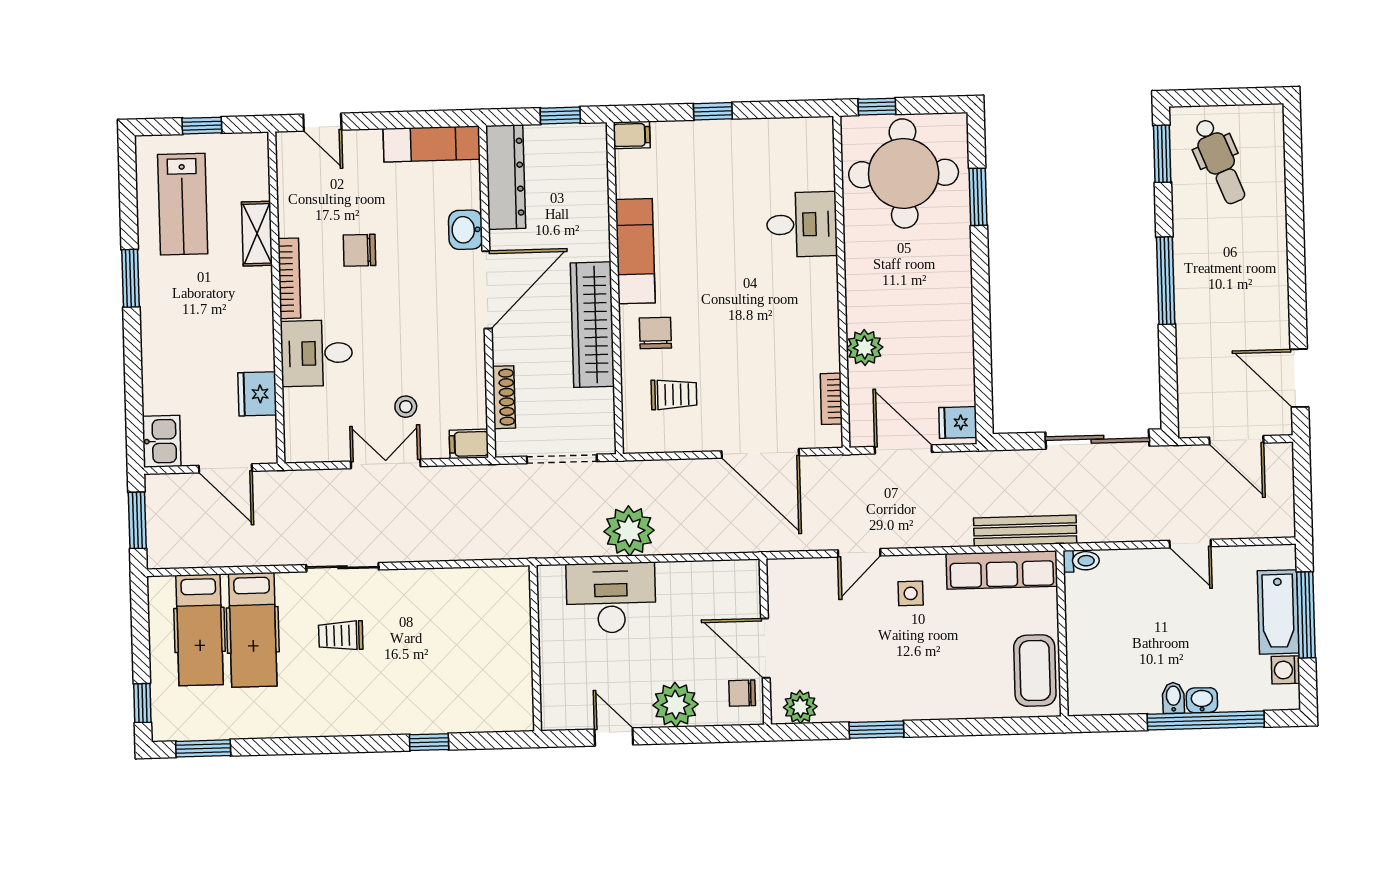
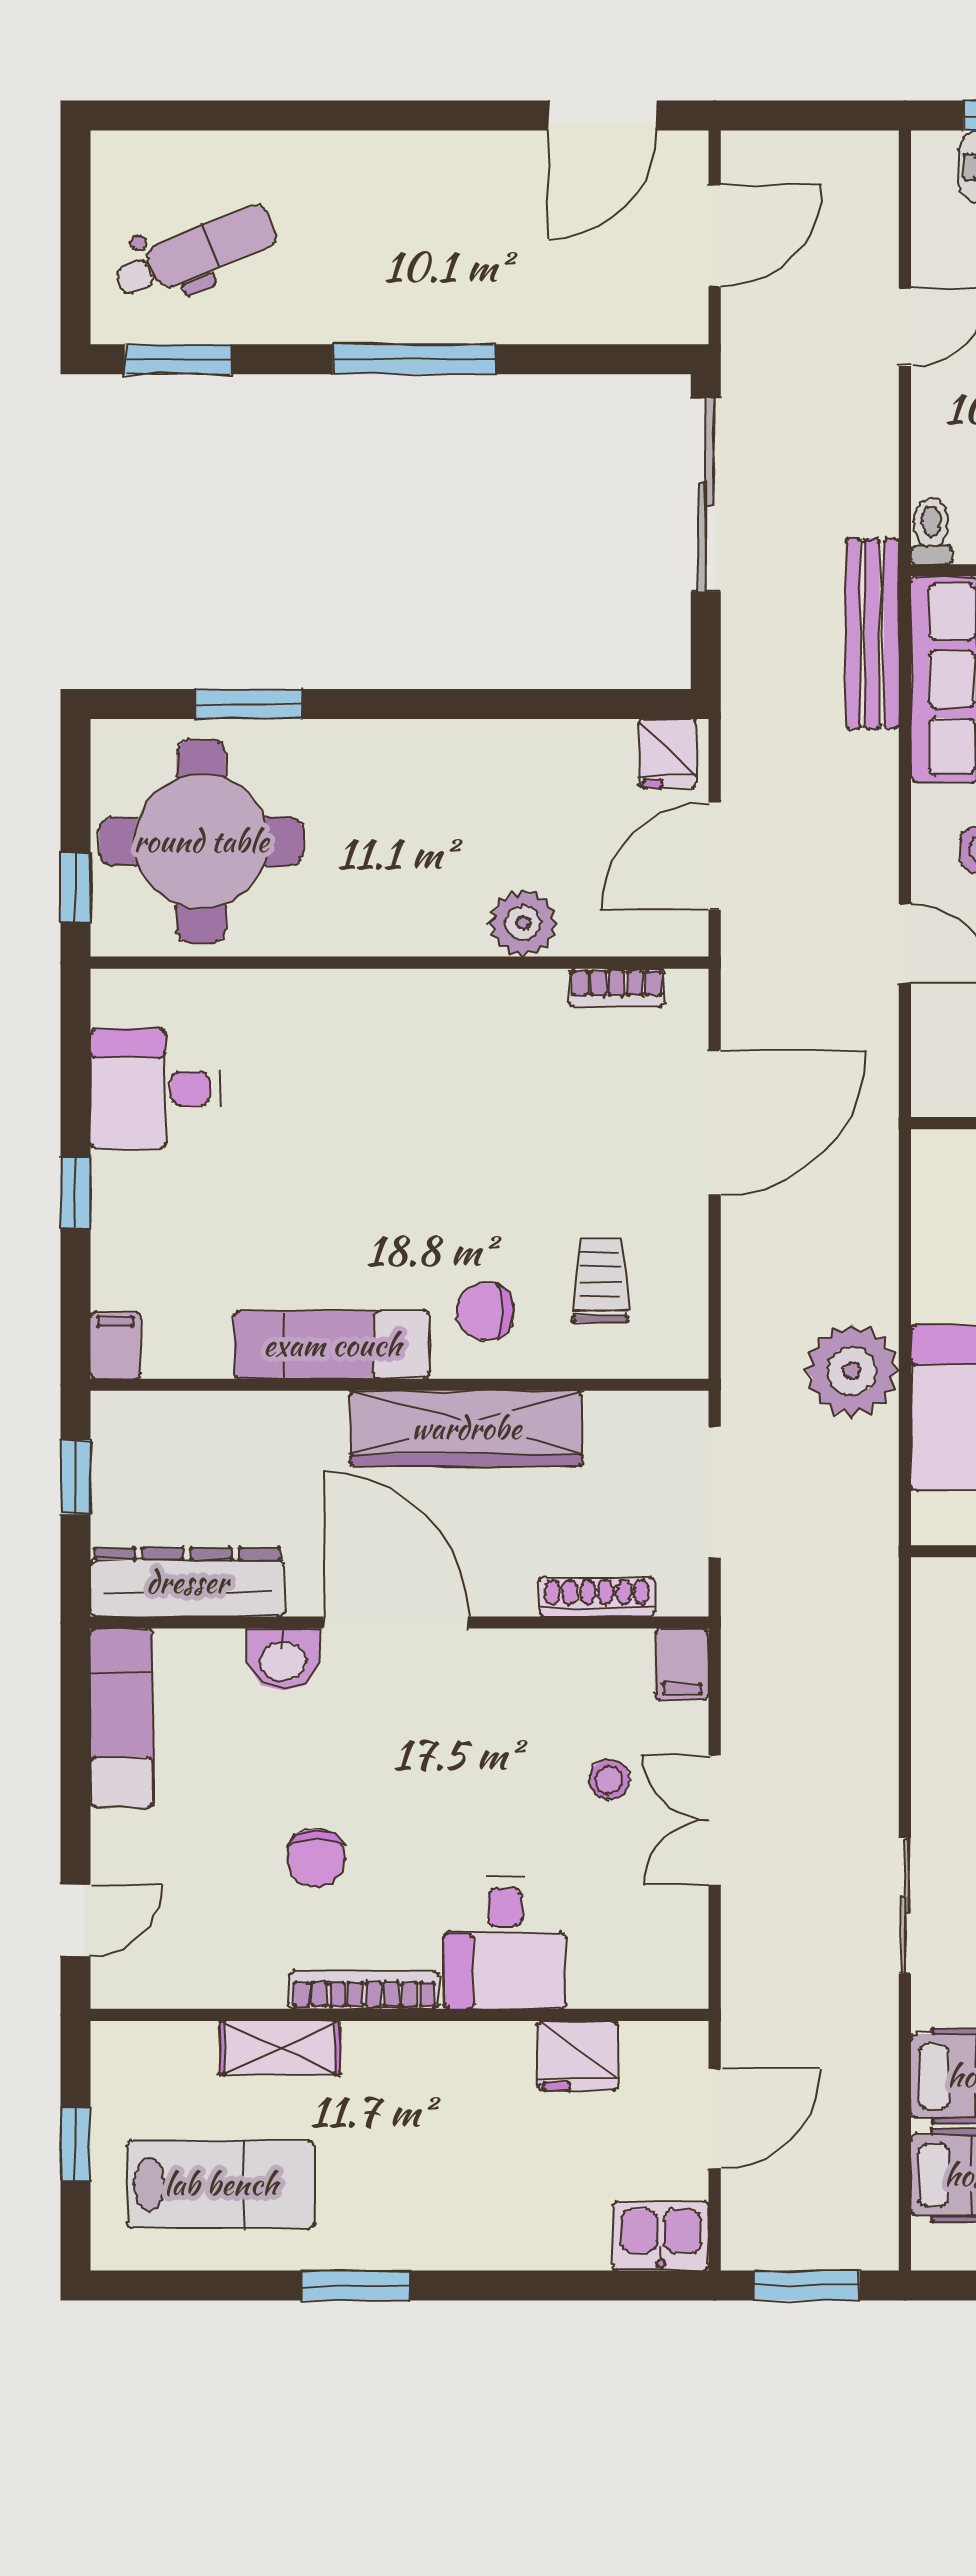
desk: (802, 224) -> (155, 1088), moved, turned -90

